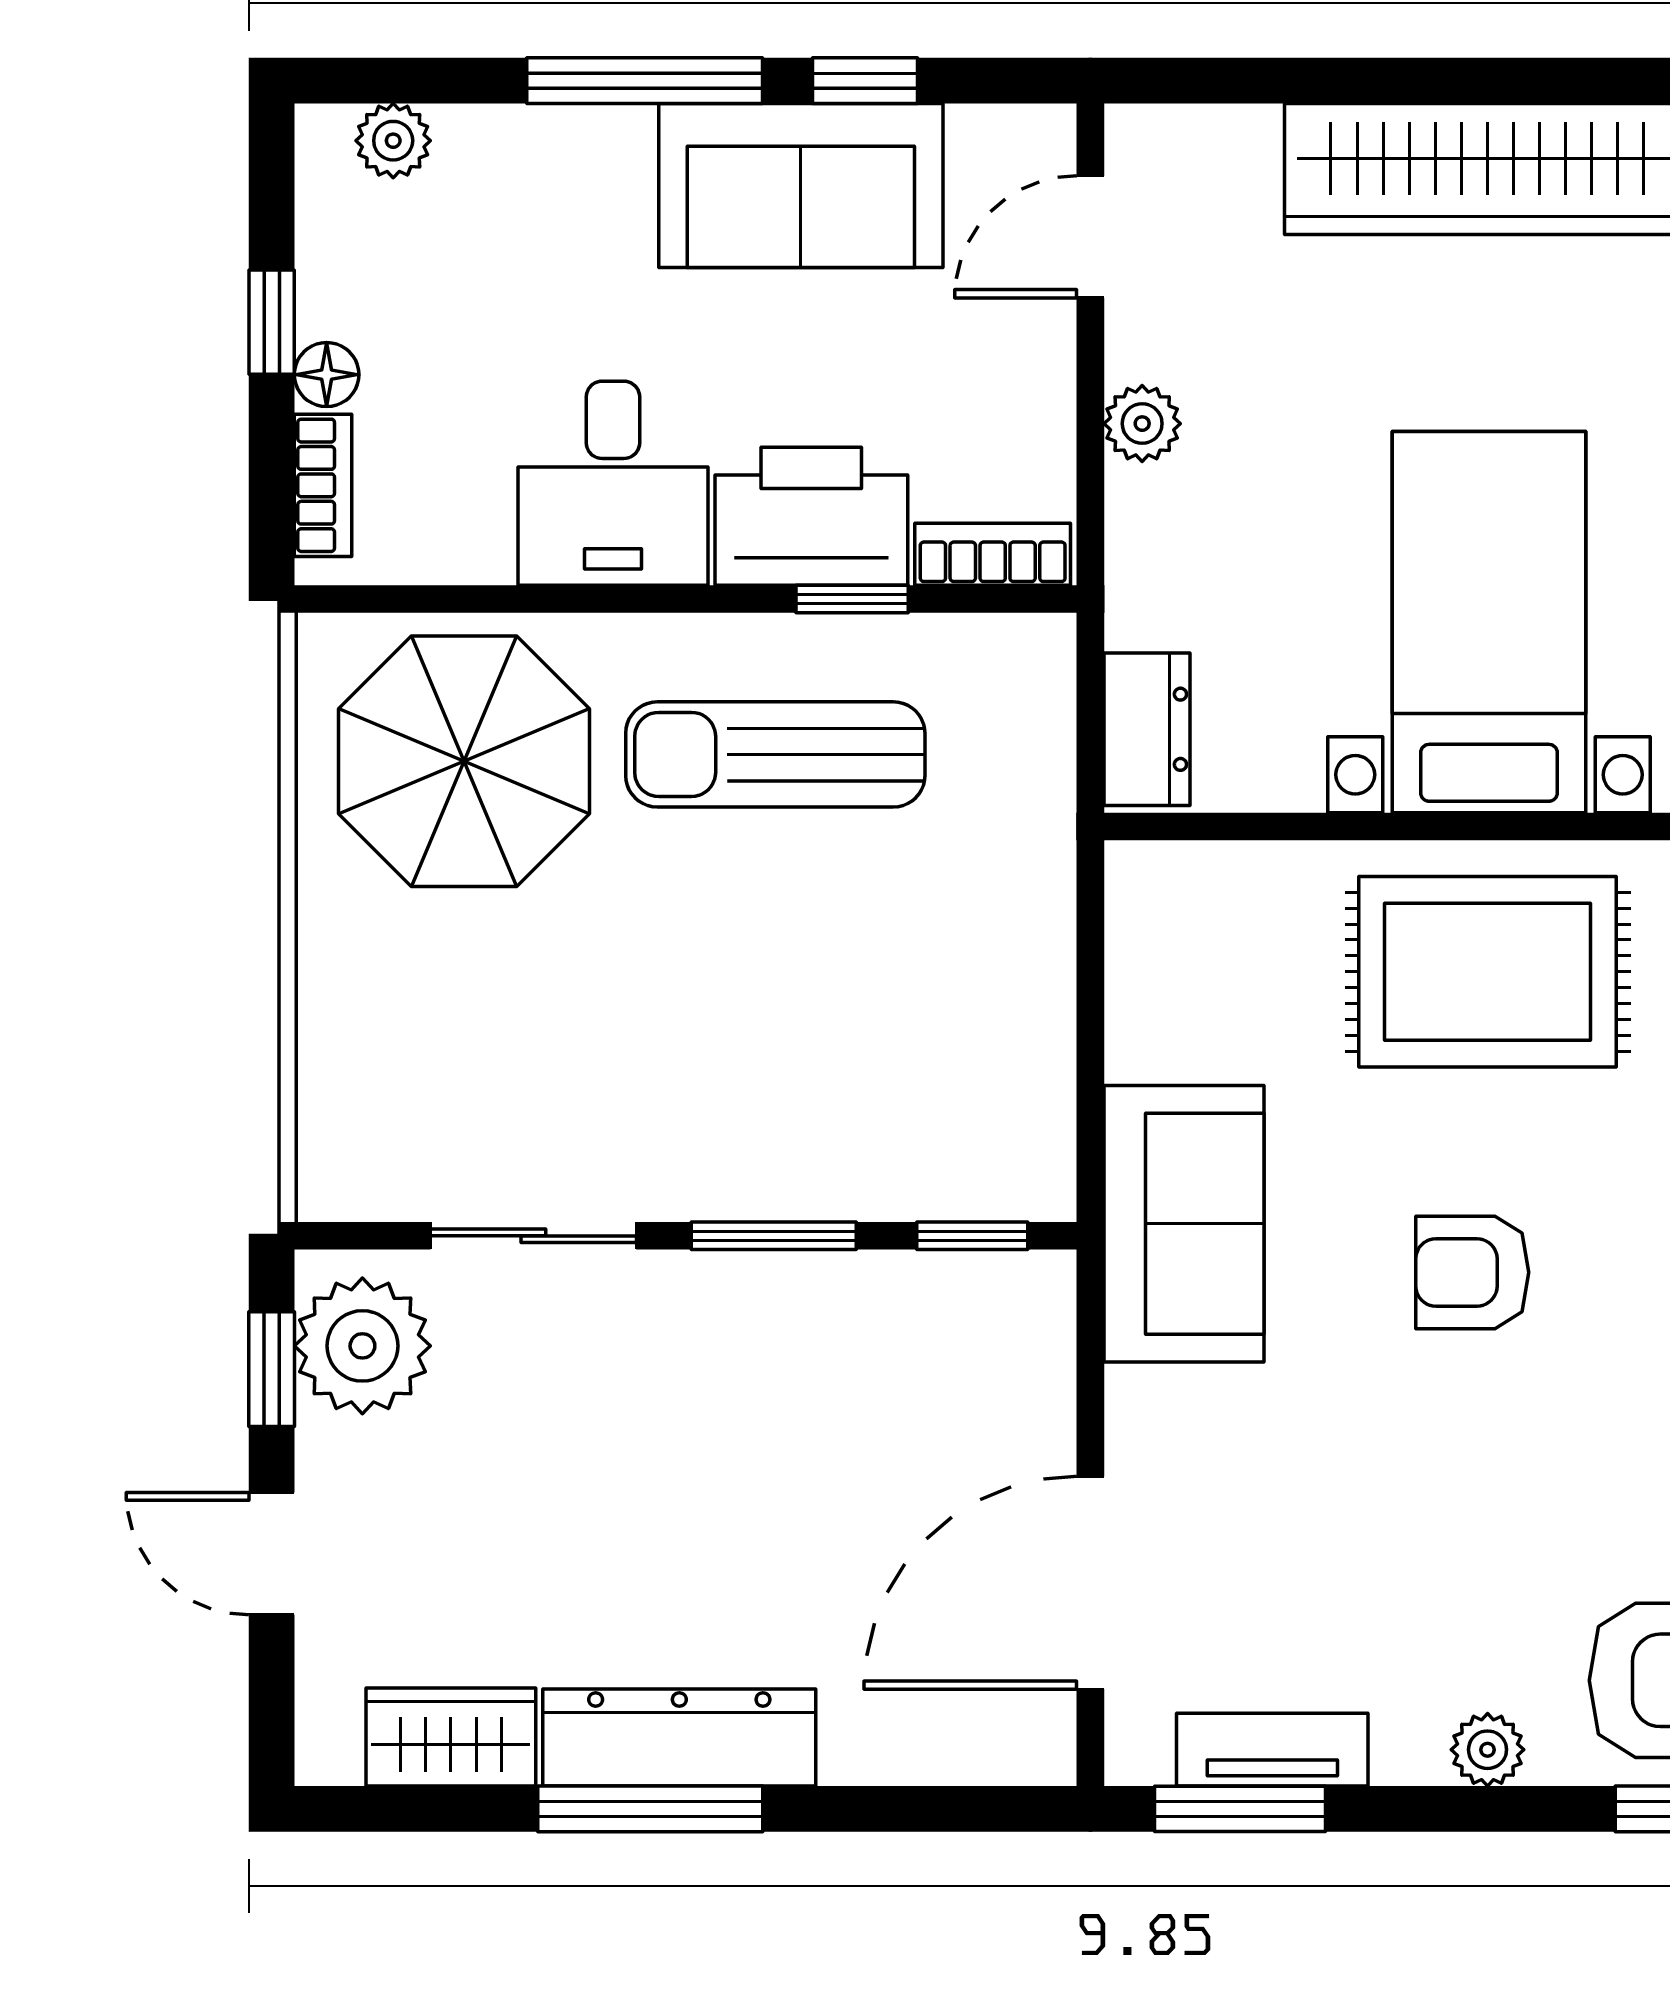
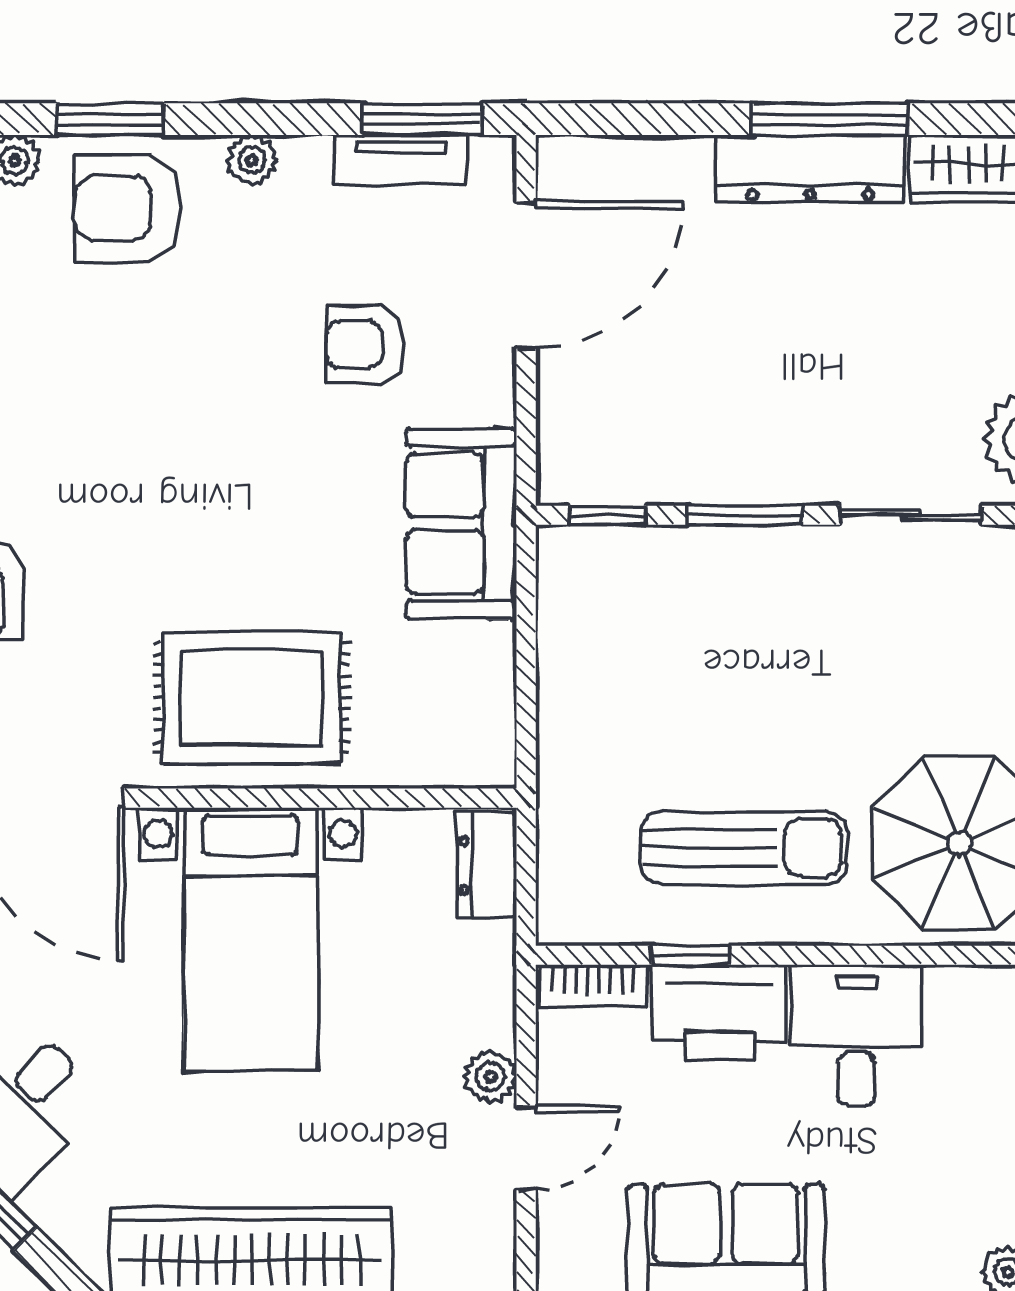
door: (1090, 237) -> (526, 1148), moved
armchair: (1472, 1272) -> (365, 345), moved, turned 180

